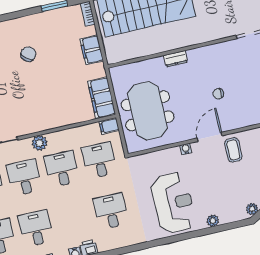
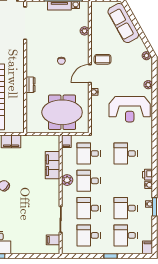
filing cabinet: (102, 98) -> (52, 165), moved, turned 90
door: (210, 137) -> (90, 74), hinge flipped
plant: (40, 143) -> (67, 180), moved
reception desk: (173, 203) -> (130, 109), turned 180

